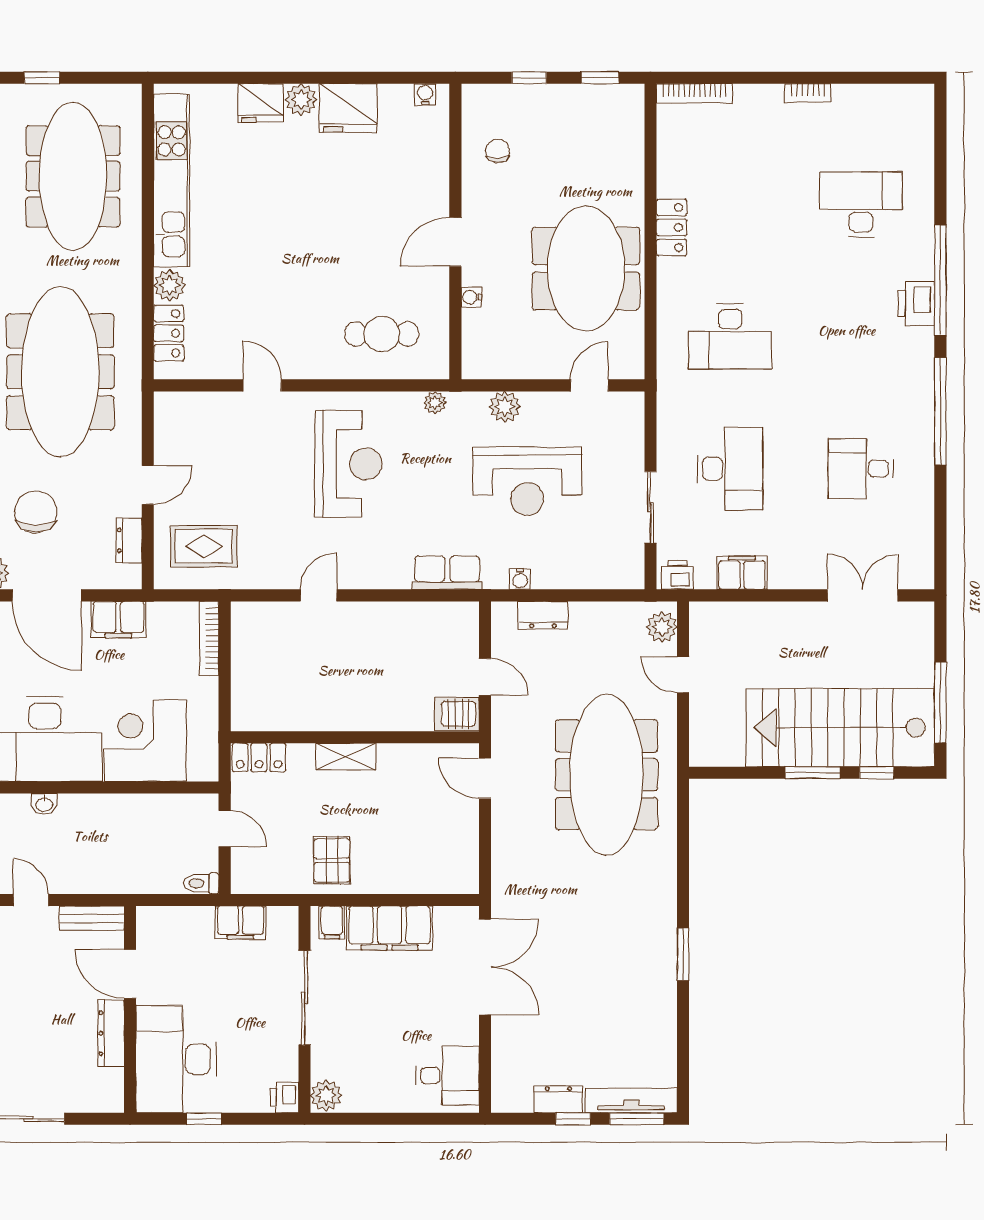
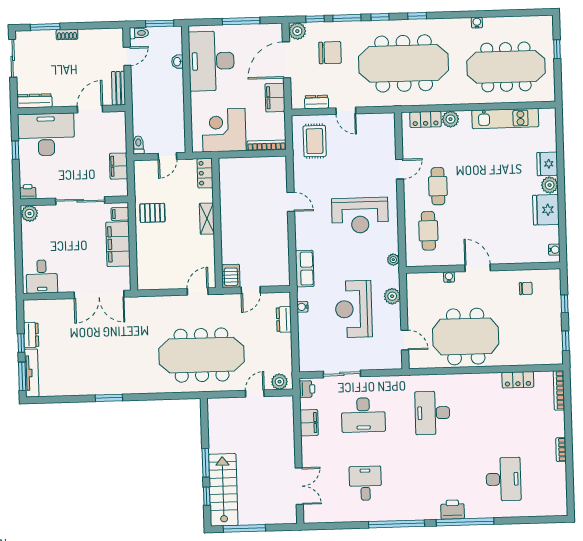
kitchen unit: (172, 181) -> (505, 119), width x0.73
locker: (672, 228) -> (518, 380), moved
cafe table: (297, 313) -> (438, 186), added
stairs: (840, 728) -> (223, 490), width x0.73, depth x0.66
corner desk: (145, 741) -> (224, 130), moved, turned -90
dresser: (111, 1033) -> (34, 101), moved

